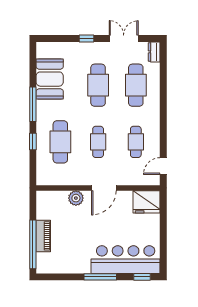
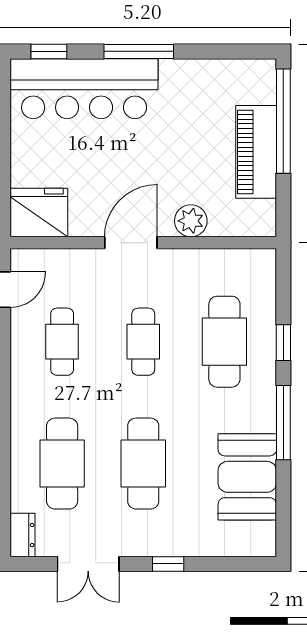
piano: (43, 236) -> (256, 152), width x1.37, depth x1.33

